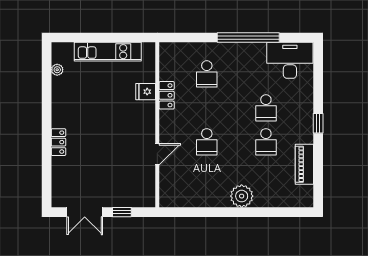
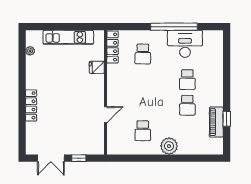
desk: (290, 60) -> (185, 44), moved
locker: (167, 95) -> (113, 47), moved, width x1.53
window: (318, 123) -> (227, 119), moved
locker: (58, 142) -> (31, 105), width x1.53
school desk: (207, 142) -> (143, 131), moved

